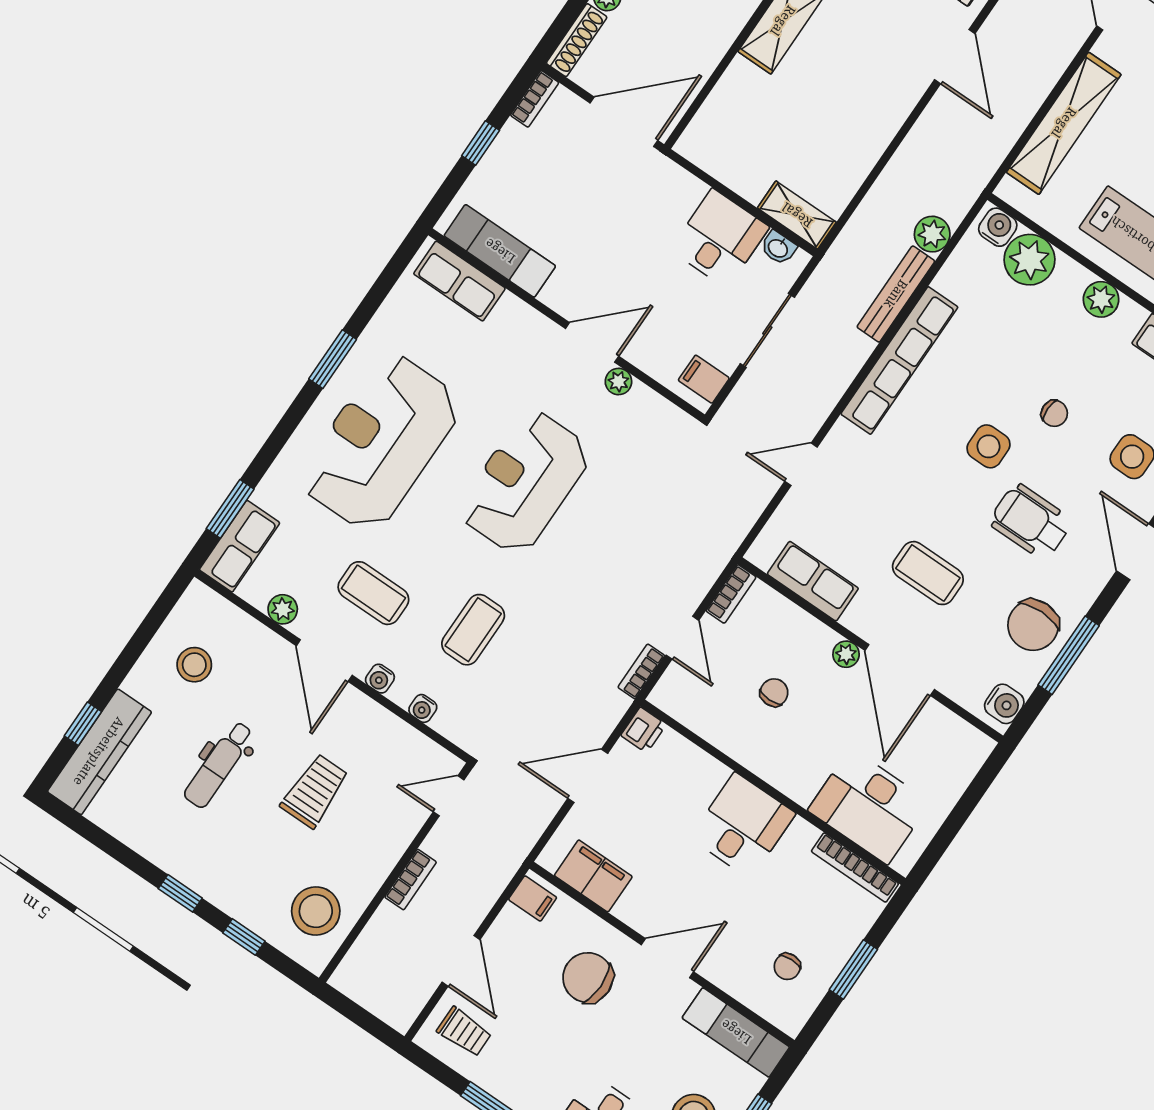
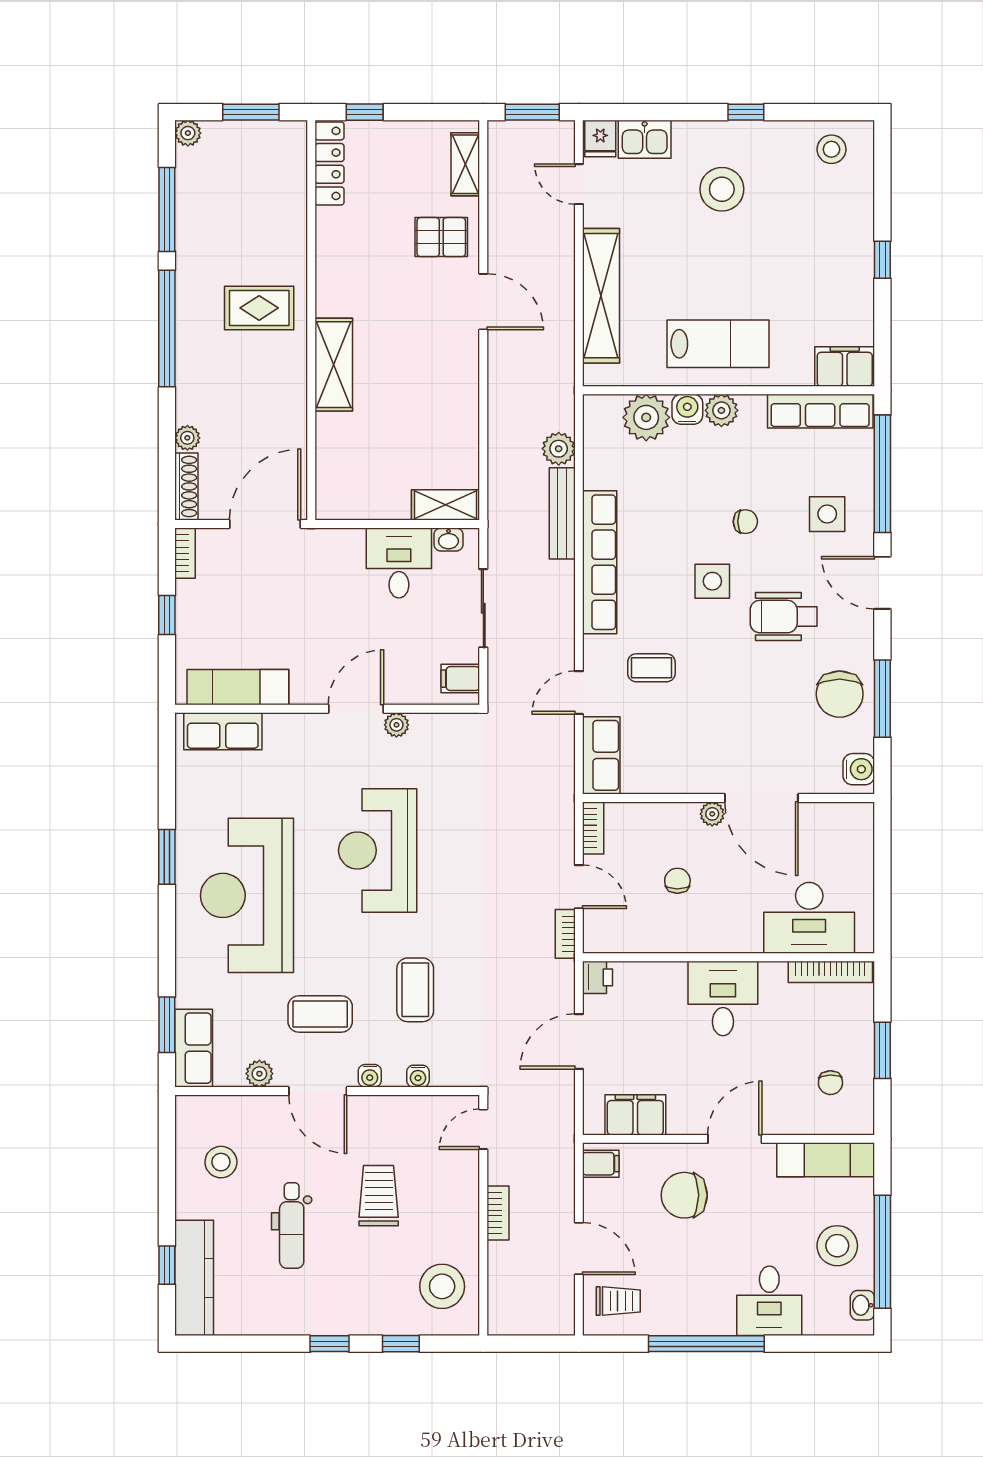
water cooler: (998, 227) -> (687, 409), moved
coffee table: (928, 573) -> (651, 668), moved, width x0.73, depth x0.77
row of seats: (813, 581) -> (601, 755), moved, turned 90

